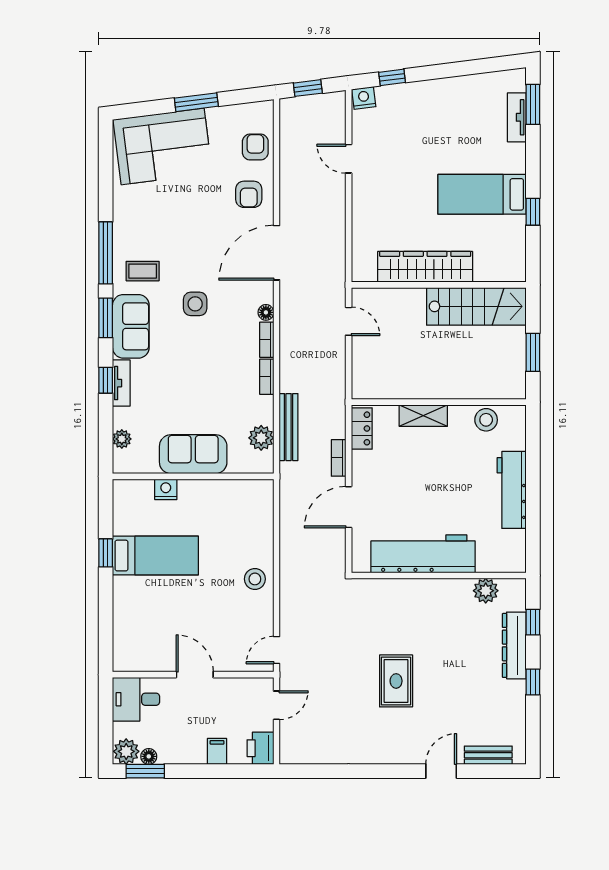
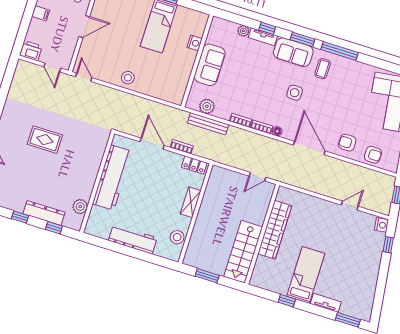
tv unit: (517, 117) -> (326, 303), moved
plant: (122, 439) -> (243, 31), moved
filing cabinet: (217, 751) -> (41, 13), moved

